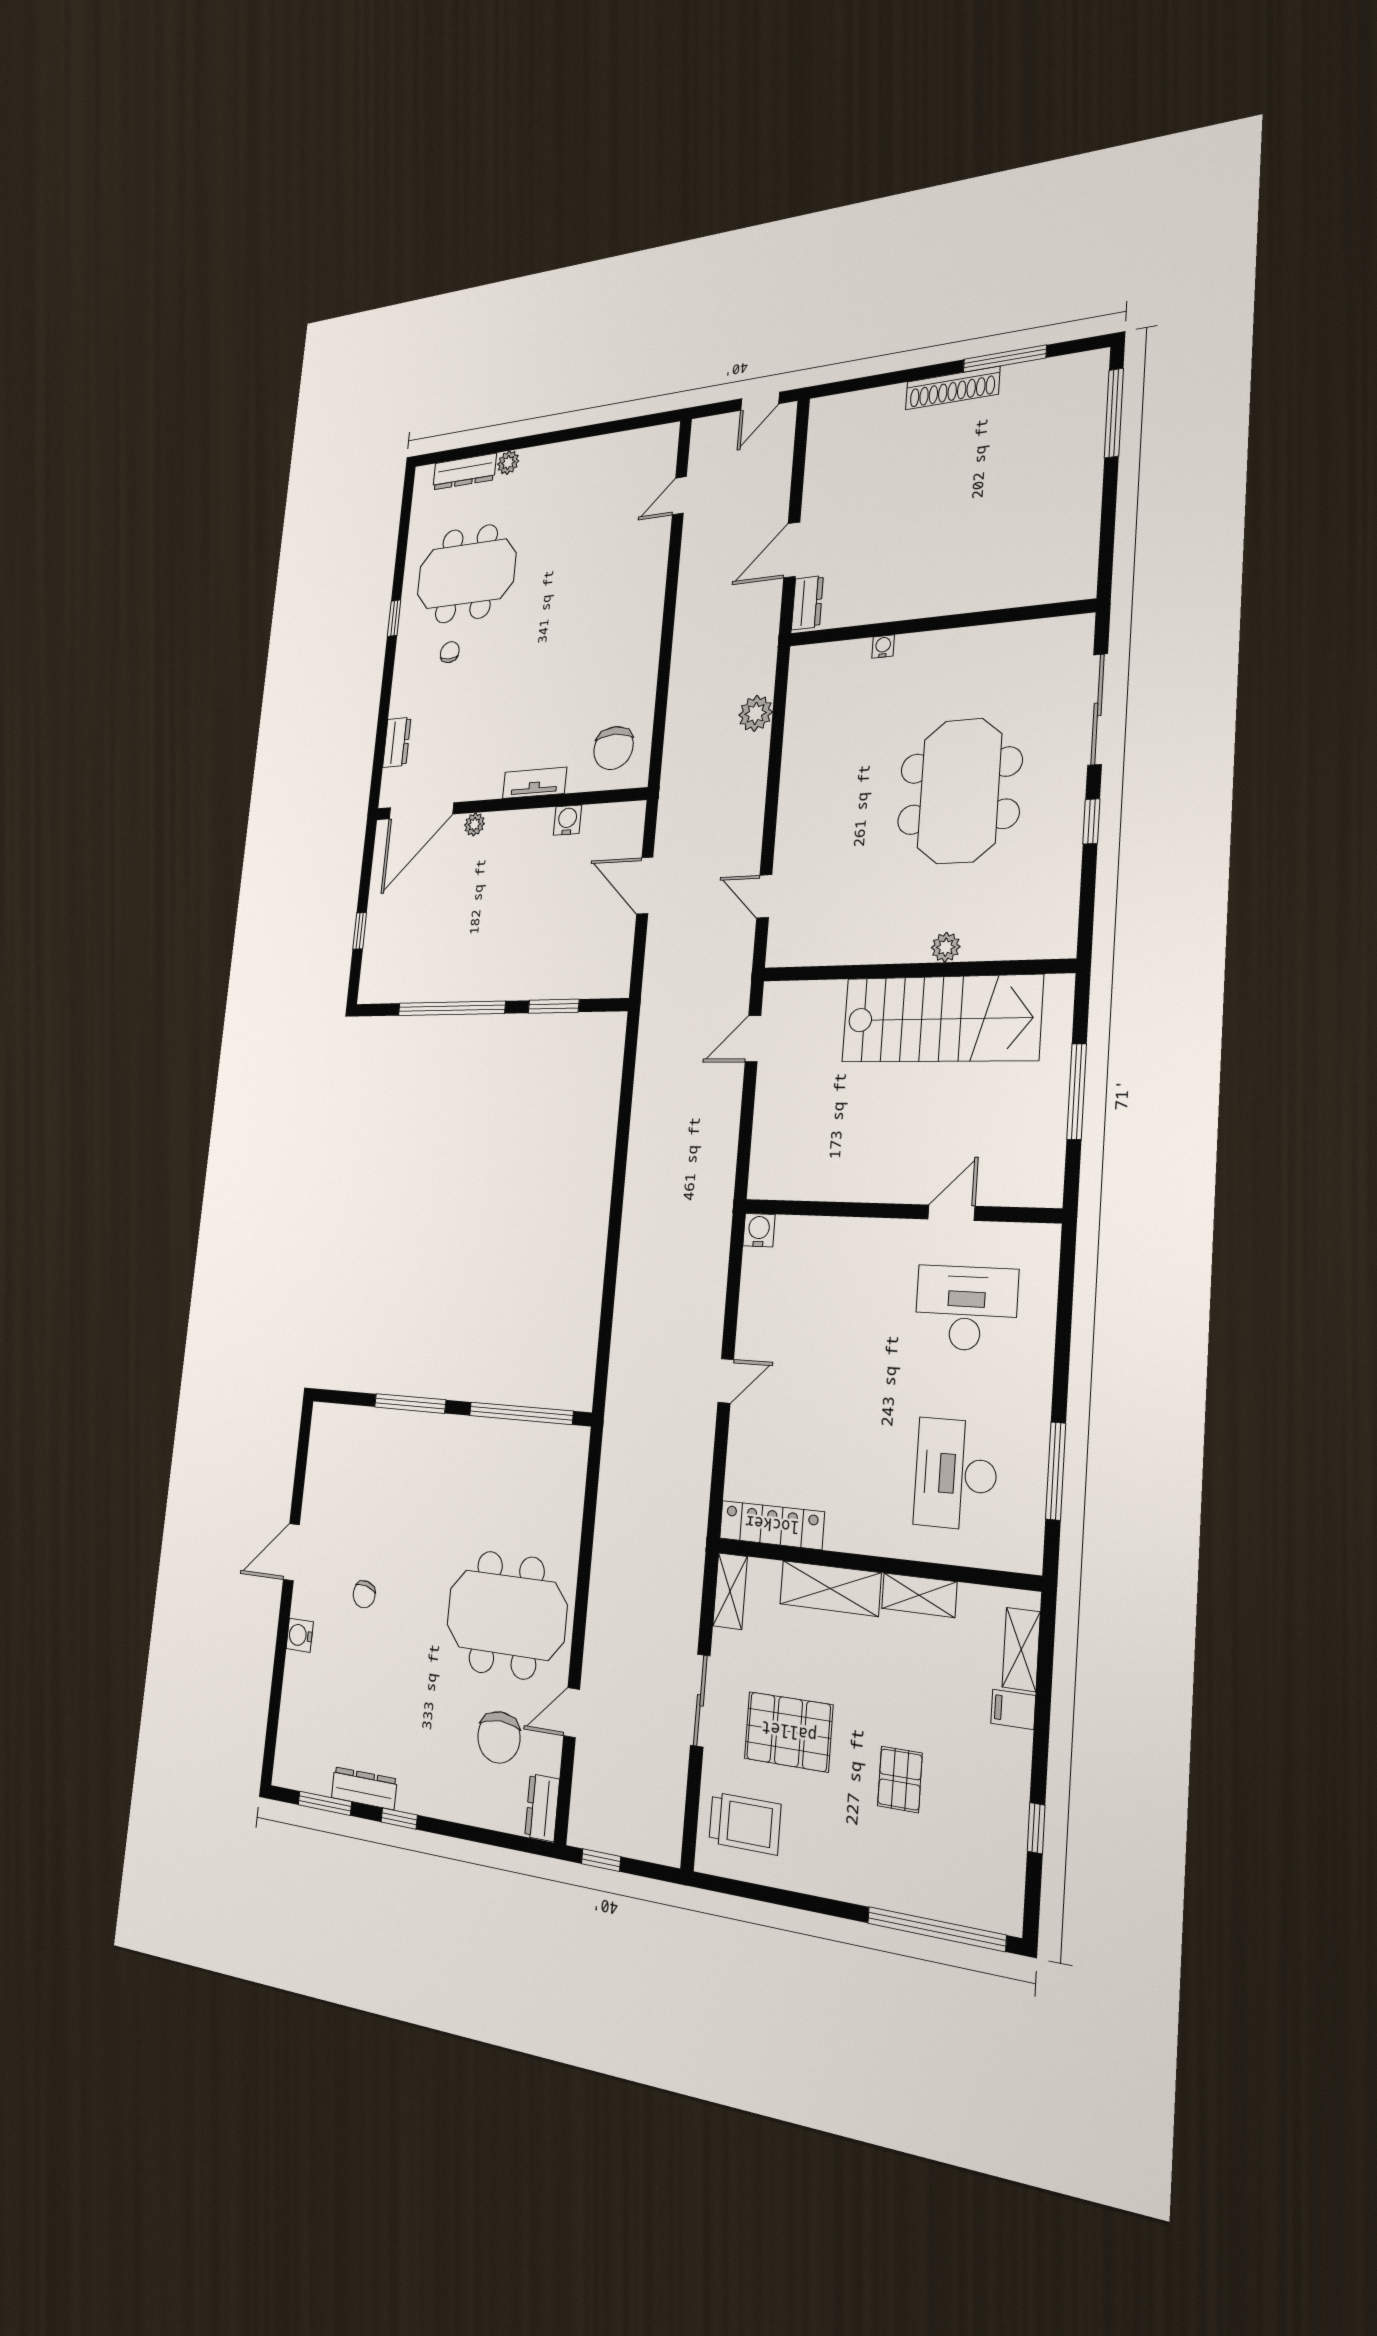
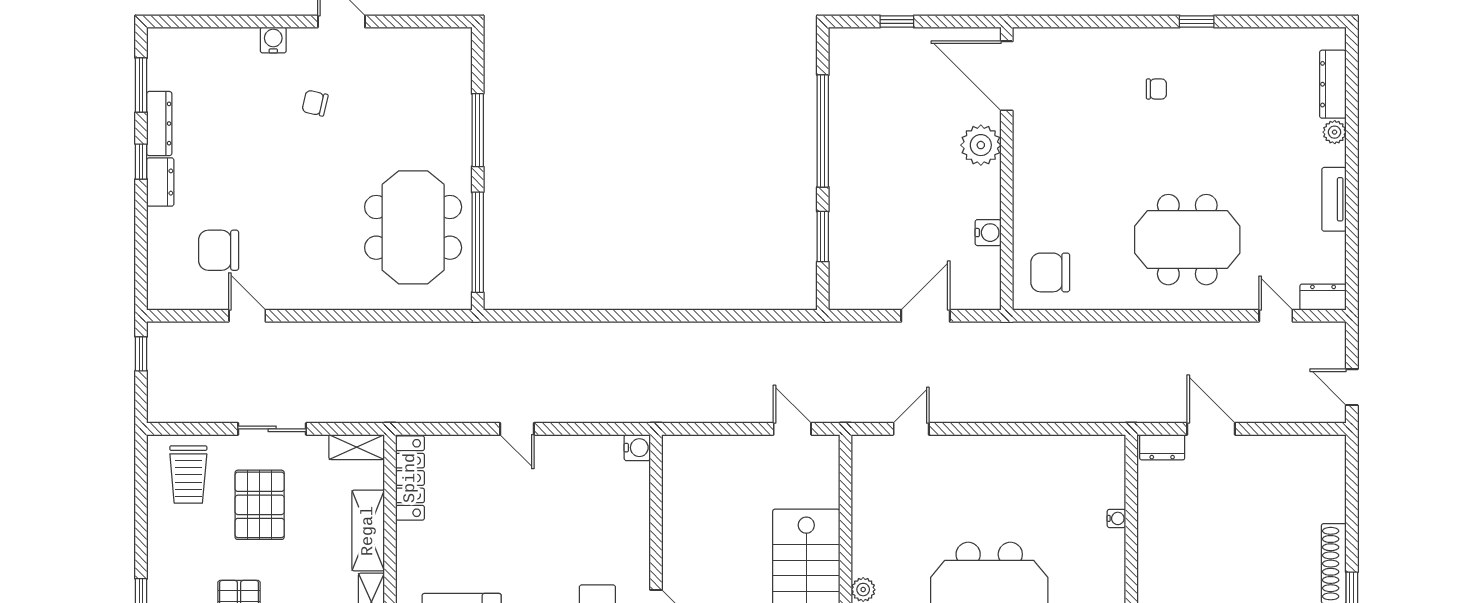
meeting table: (466, 574) -> (1187, 240), moved, turned 90
plant: (756, 713) -> (1069, 407), removed
dresser: (397, 742) -> (1323, 297), moved, turned 180
tv unit: (534, 783) -> (1334, 199), moved, turned 180
plant: (474, 824) -> (981, 145), width x1.88, depth x1.88
meeting table: (507, 1615) -> (413, 227), moved
dresser: (542, 1808) -> (160, 182), moved, turned 90

